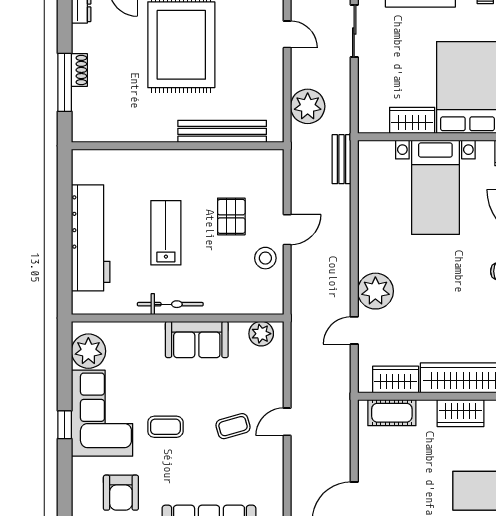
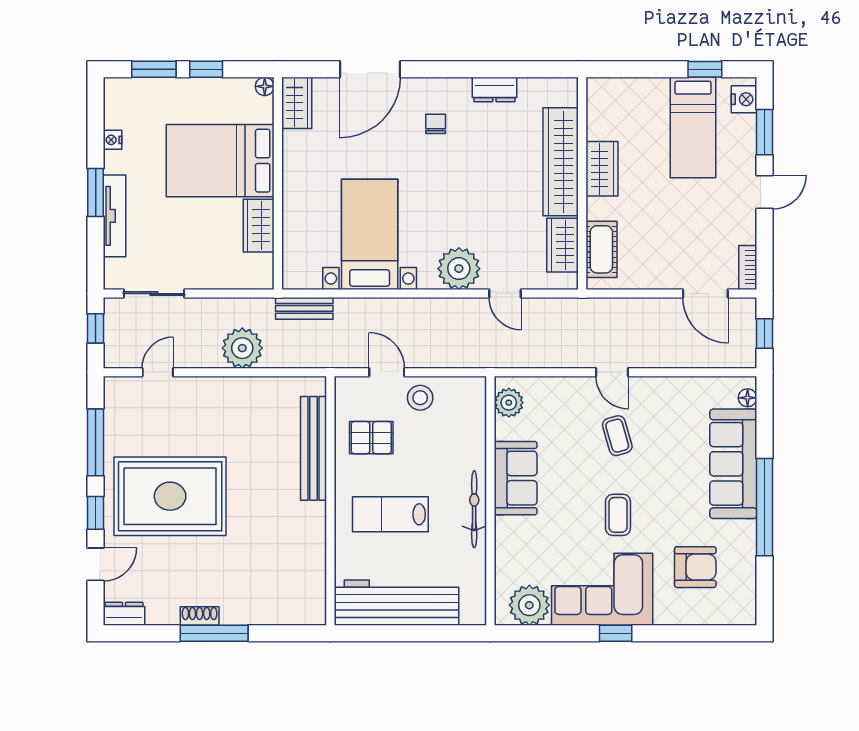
bench: (222, 131) -> (314, 448), moved
wall: (178, 146) -> (330, 501), moved
bed with nightstands: (435, 187) -> (370, 234), moved, turned -90

